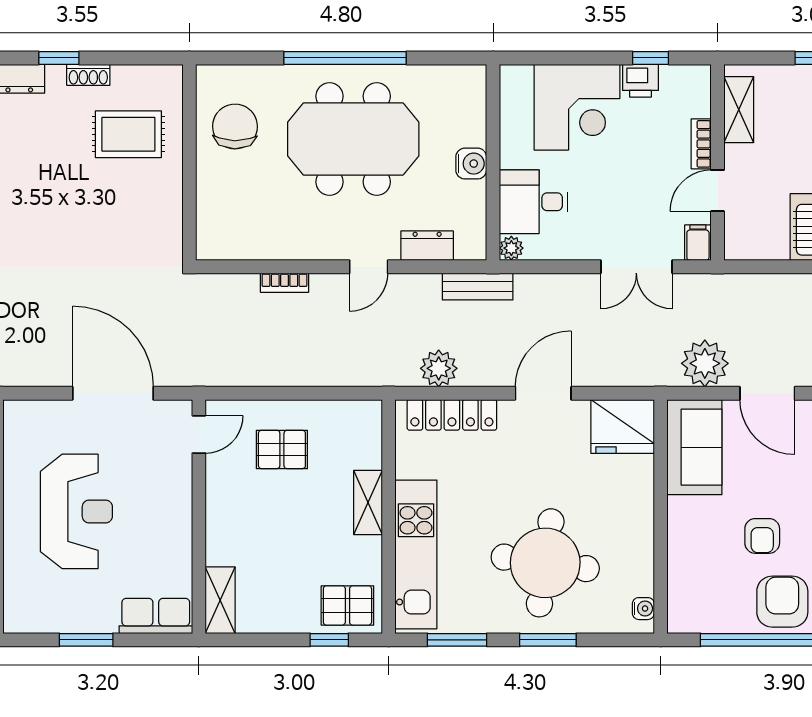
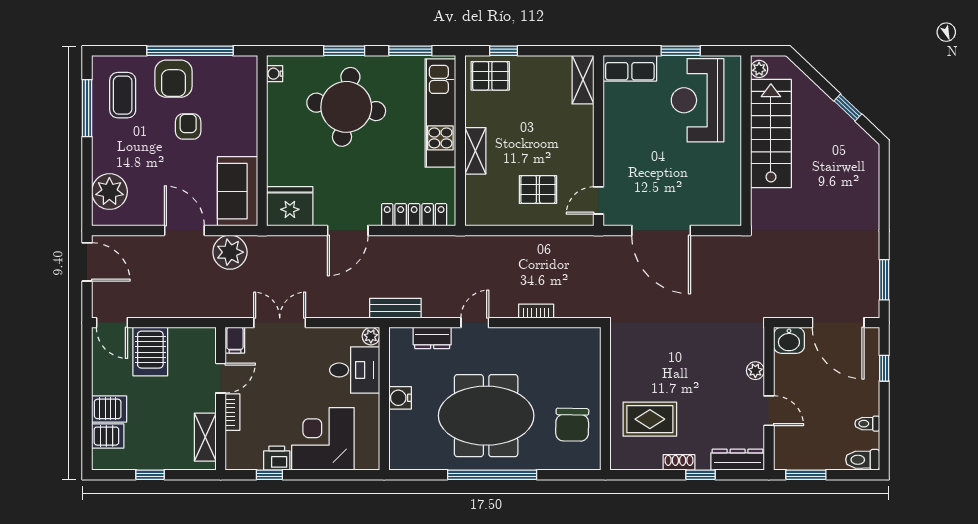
plant: (439, 368) -> (424, 249), removed
reception desk: (76, 511) -> (698, 100), moved

